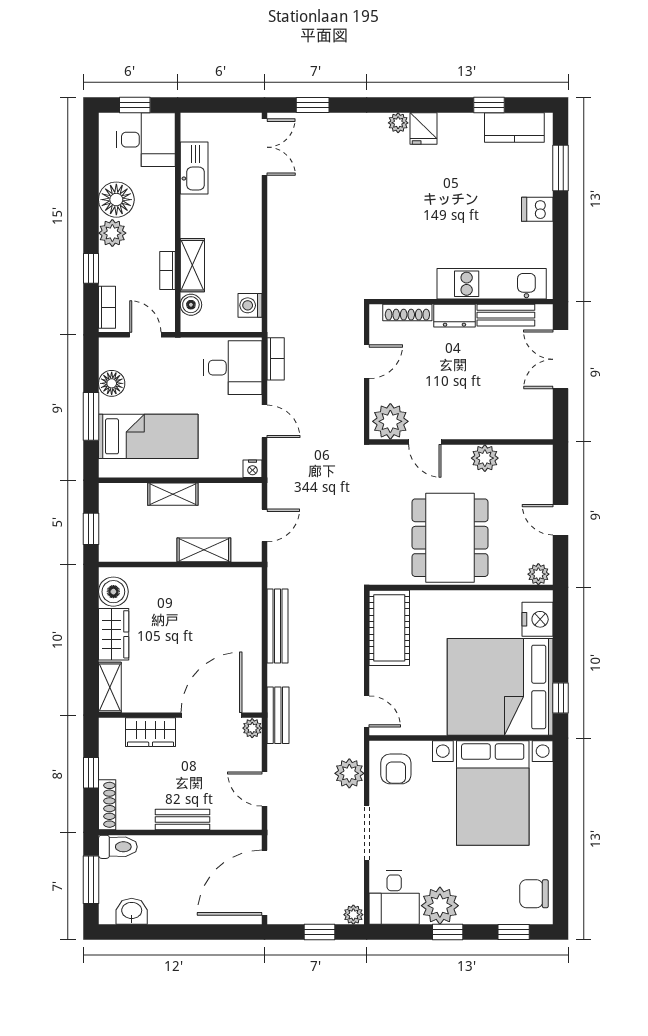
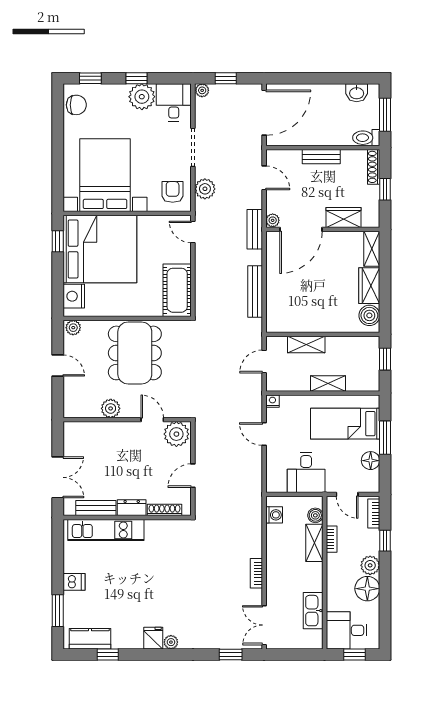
bookcase: (276, 359) -> (256, 573), moved
desk: (233, 368) -> (306, 472), moved, turned -90

